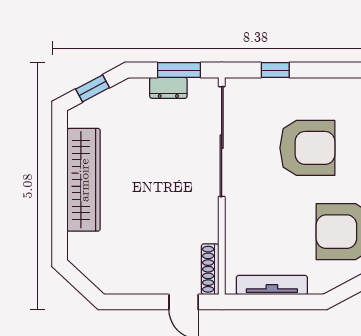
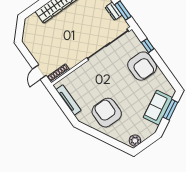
armchair: (307, 148) -> (142, 66), moved

